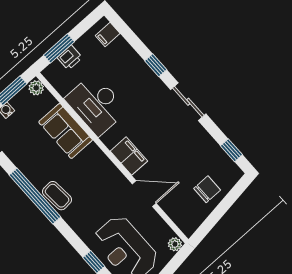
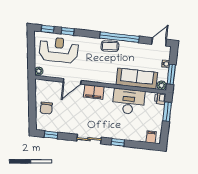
printer: (70, 58) -> (160, 99), moved
sofa: (66, 131) -> (137, 79), width x1.36

